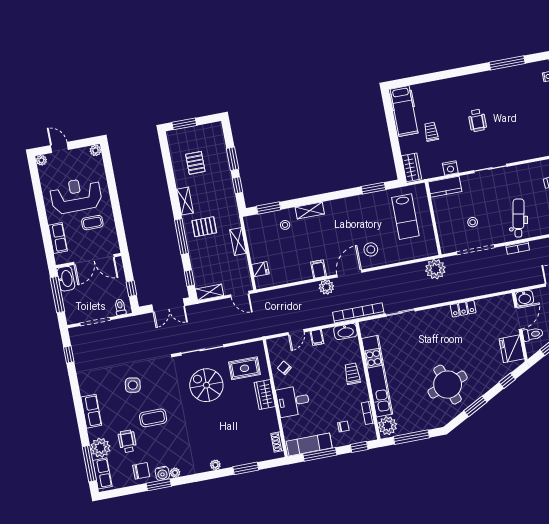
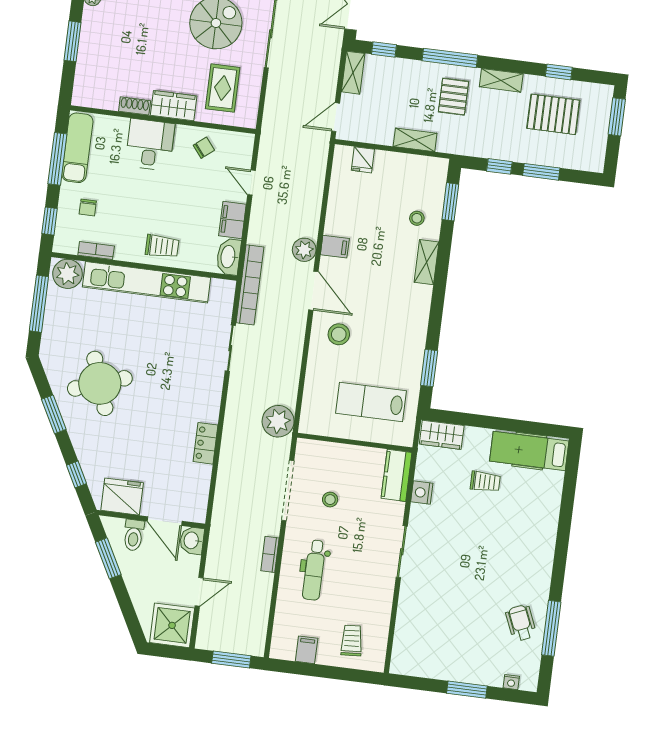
wheelchair: (477, 120) -> (521, 623), moved, turned 67
pallet: (195, 163) -> (553, 114), width x1.50, depth x1.42
window: (169, 168) -> (559, 72), added
dental chair: (518, 218) -> (314, 570), turned 79
filing cabinet: (317, 337) -> (232, 220), width x2.00
shoe rack: (277, 442) -> (135, 106), moved

